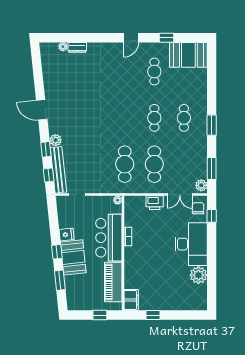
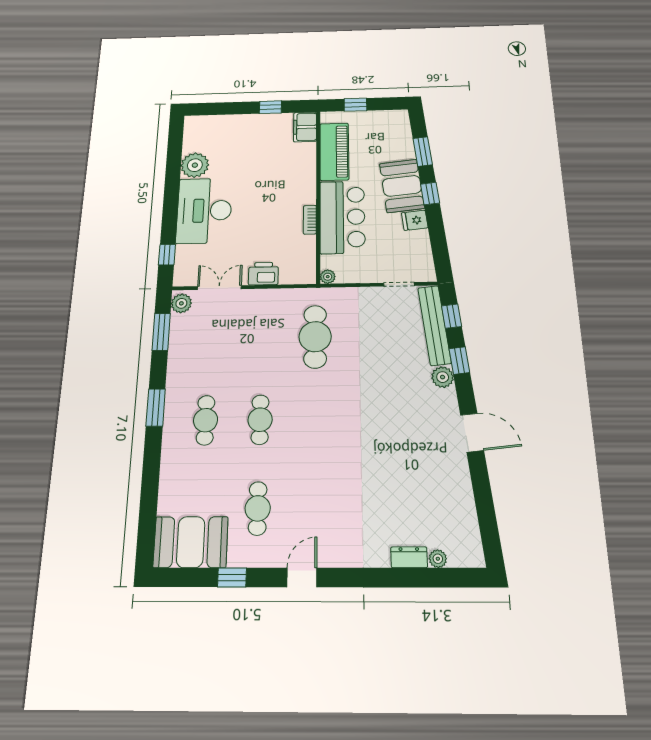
cafe table: (154, 164) -> (262, 337), removed
chair: (198, 208) -> (189, 266), removed

